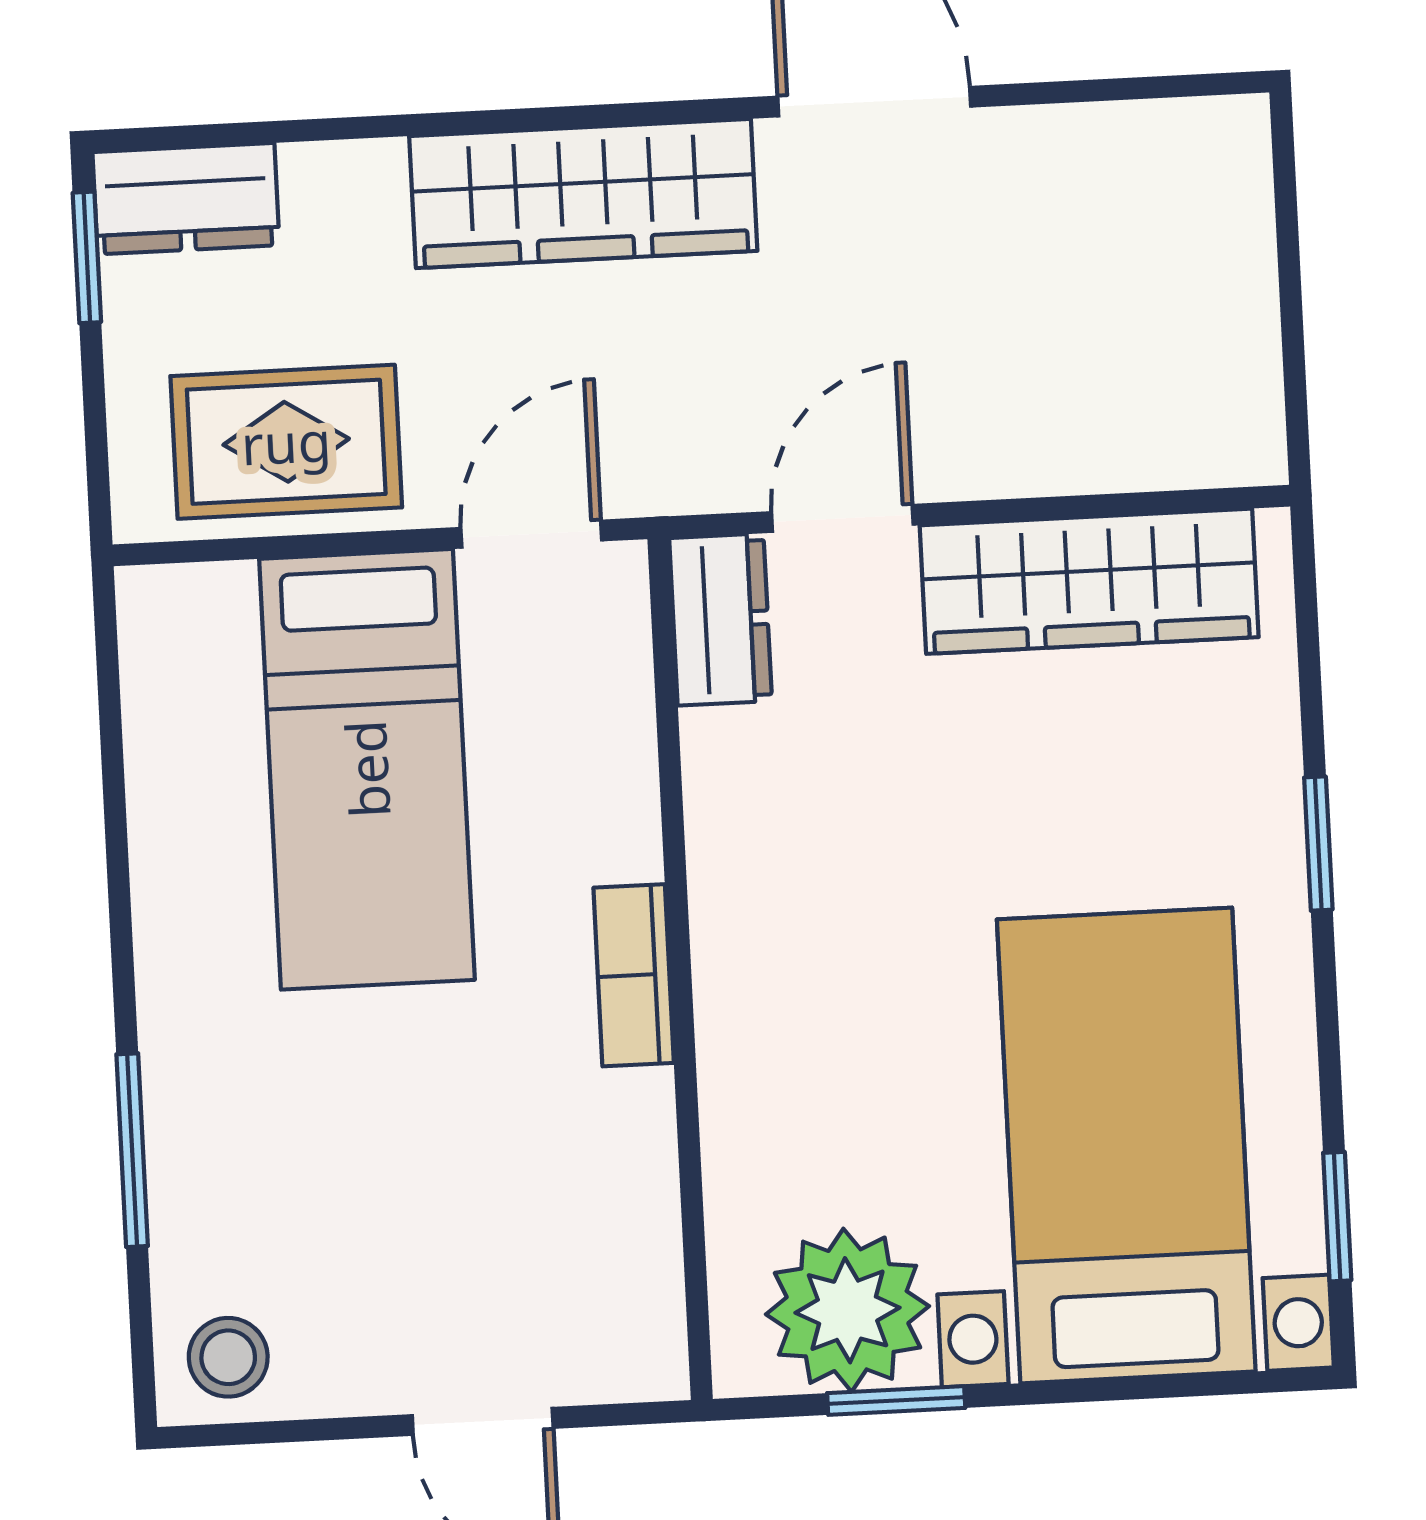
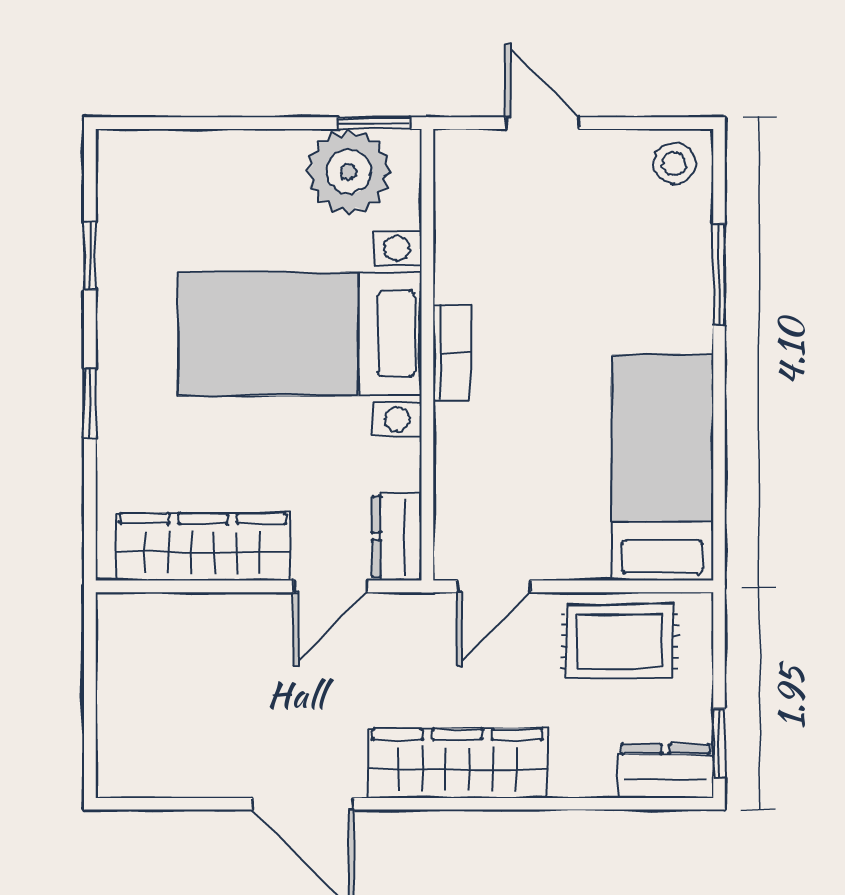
bed: (367, 769) -> (662, 468), moved
bed with nightstands: (1126, 1145) -> (300, 334), moved, turned 90
window: (1337, 1217) -> (90, 256), moved
window: (896, 1401) -> (374, 123), moved

